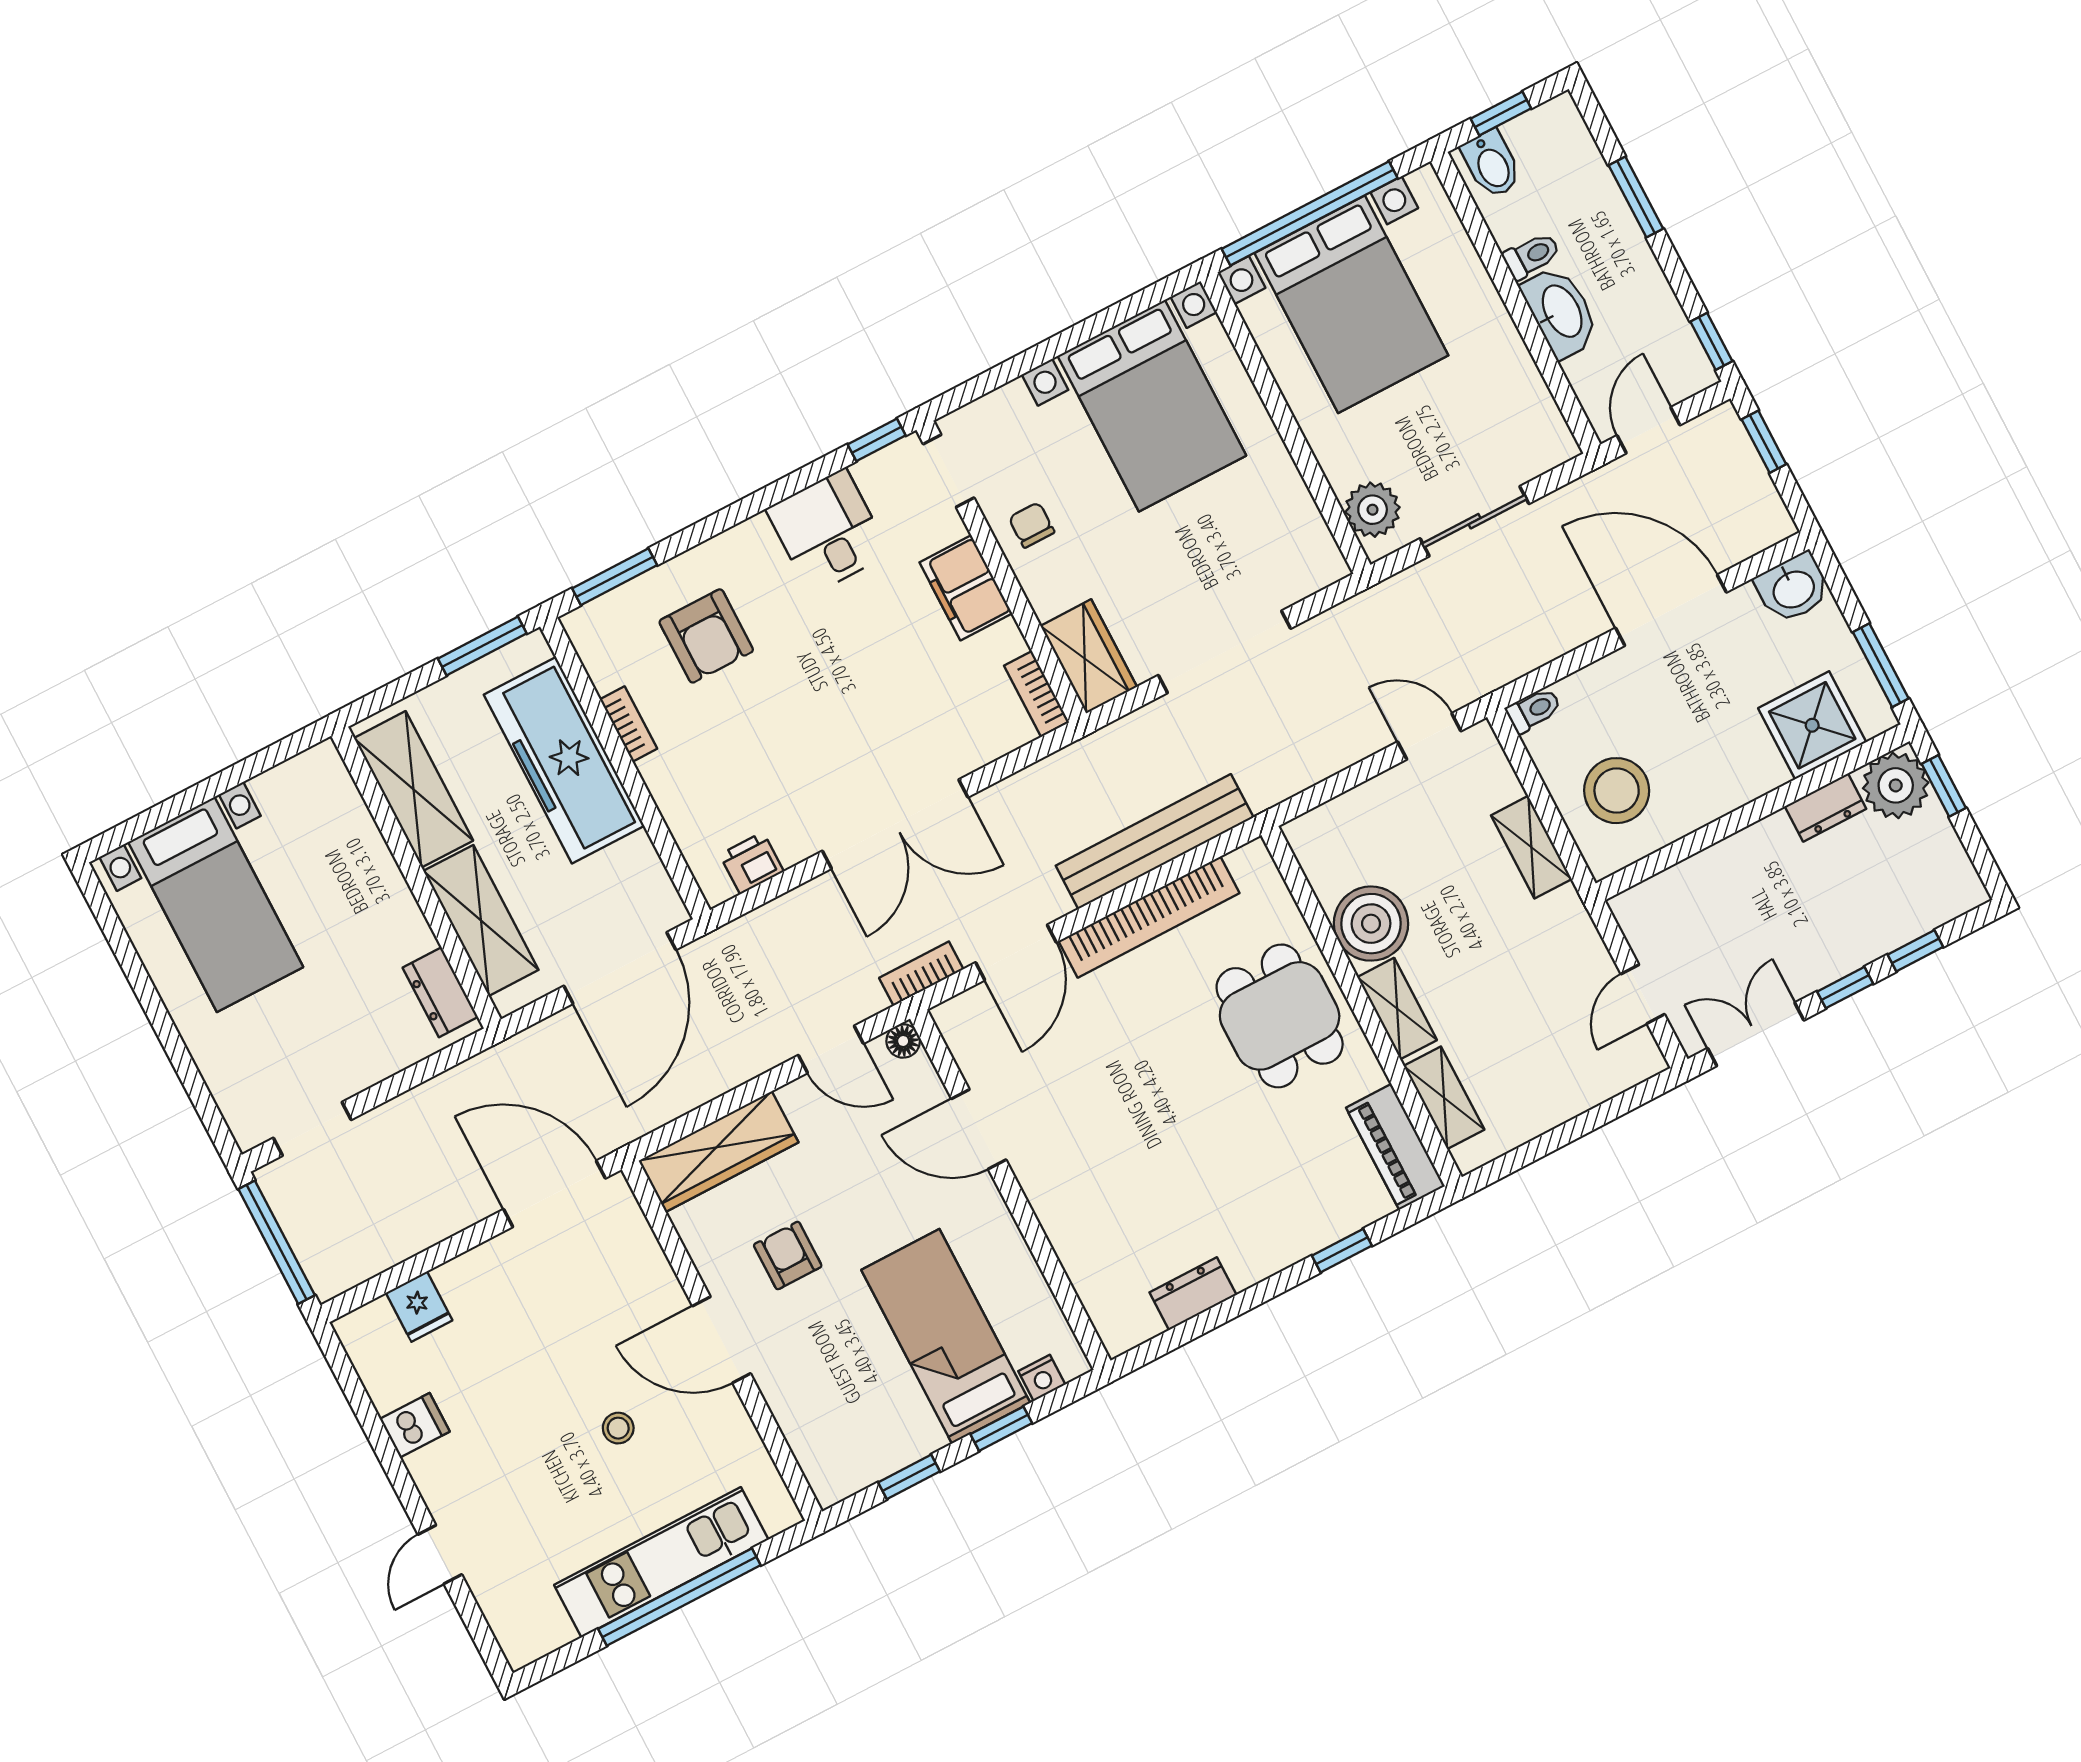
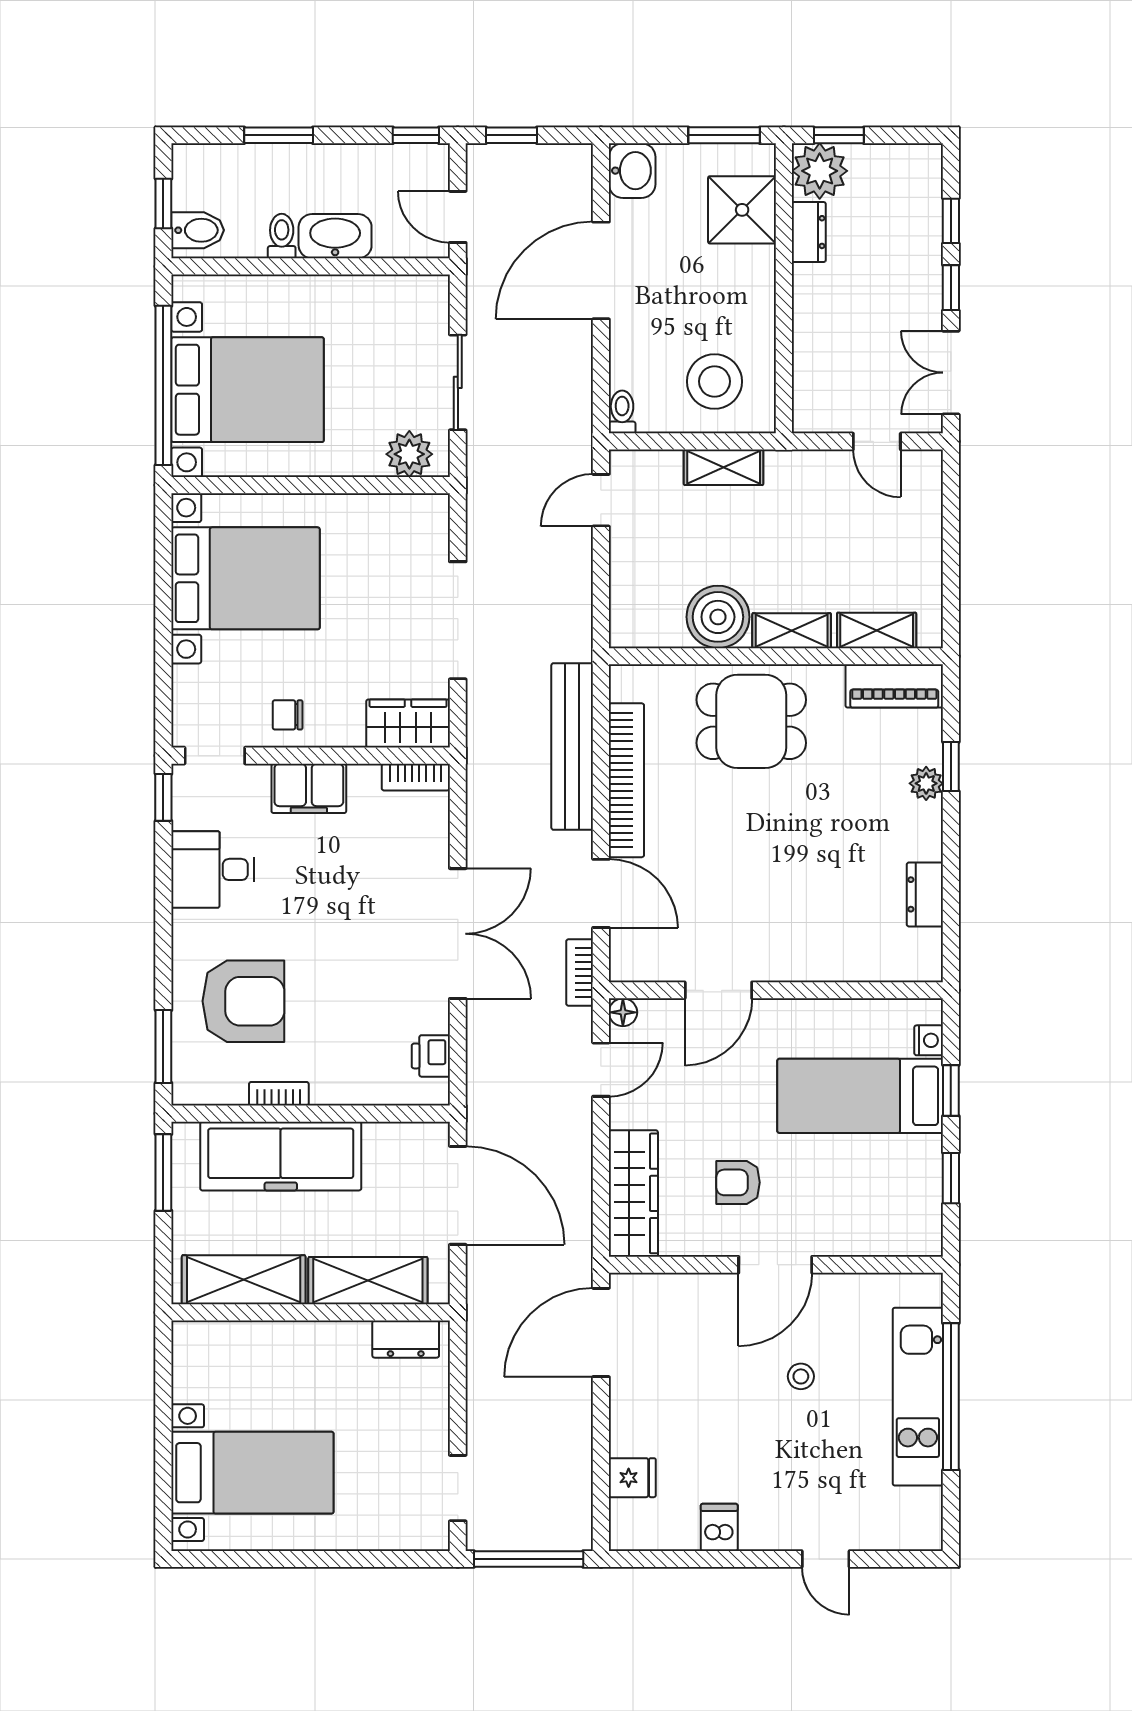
armchair: (706, 636) -> (243, 1001), width x1.36, depth x1.36
plant: (1310, 1234) -> (926, 783), added

